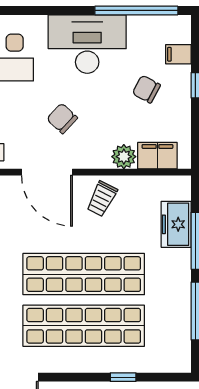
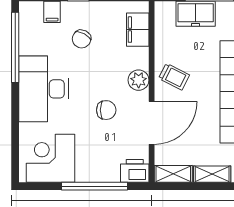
chair: (62, 118) -> (106, 110), turned -133
plant: (124, 157) -> (139, 80), moved

